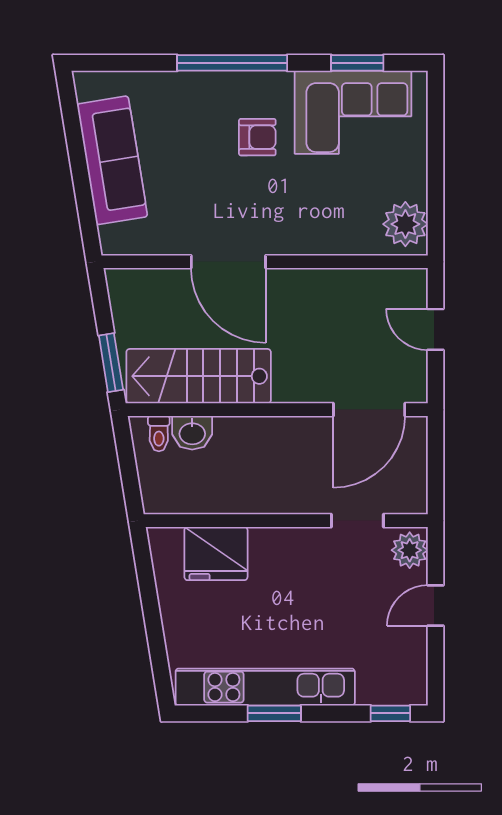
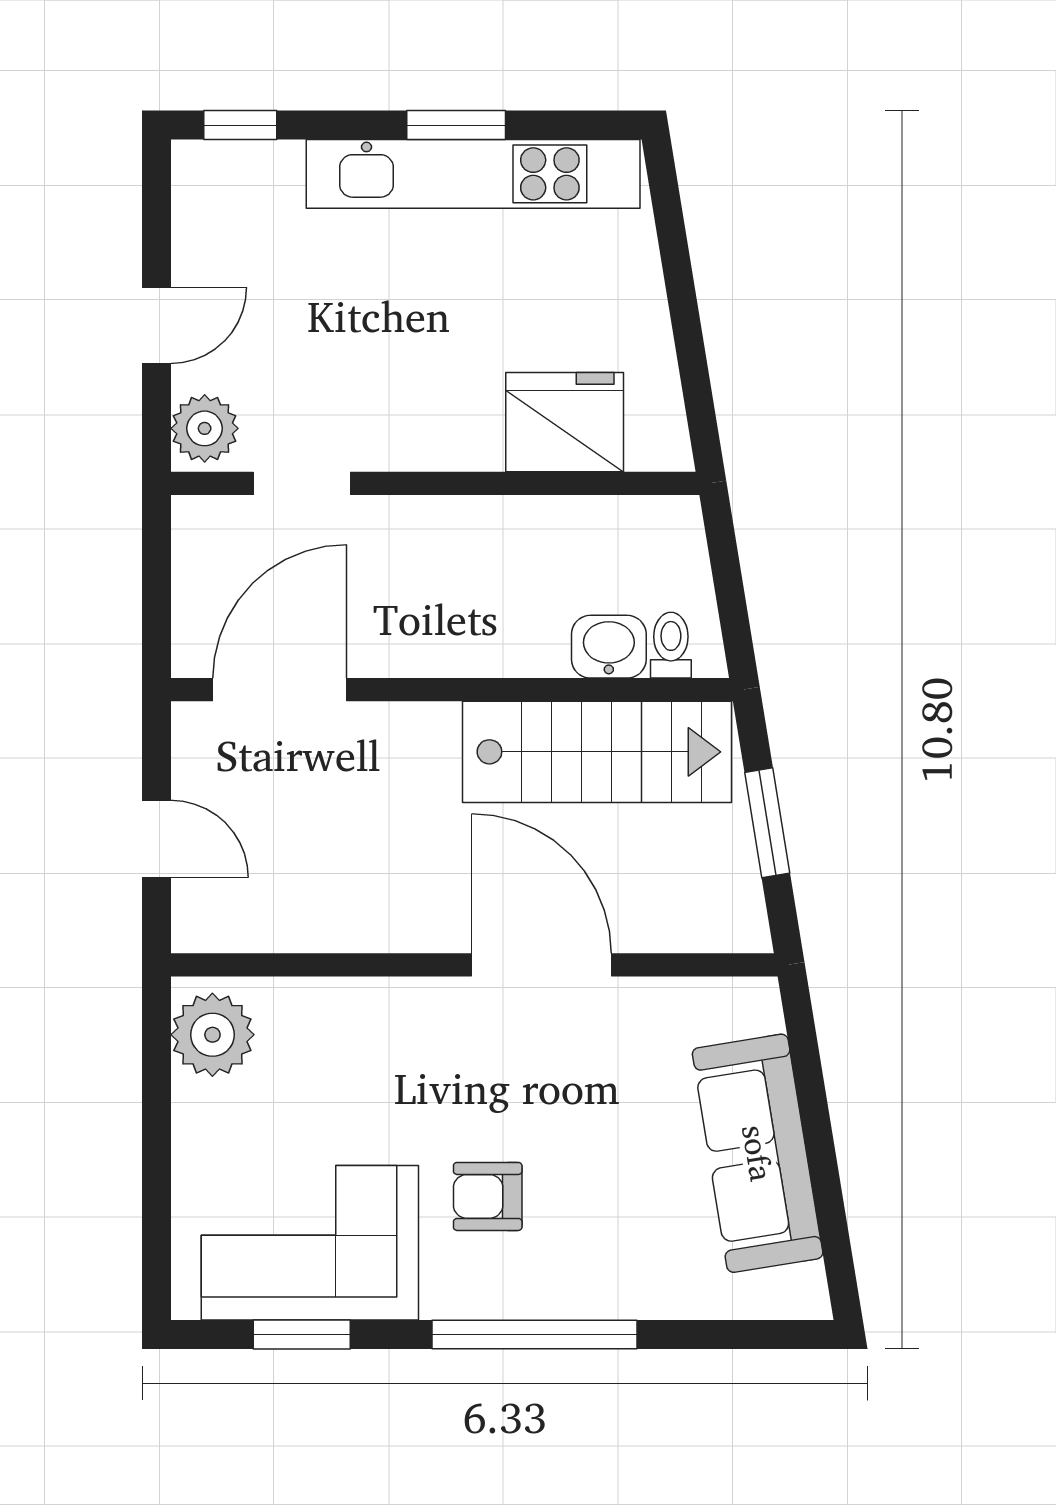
window: (111, 363) -> (767, 823), moved

